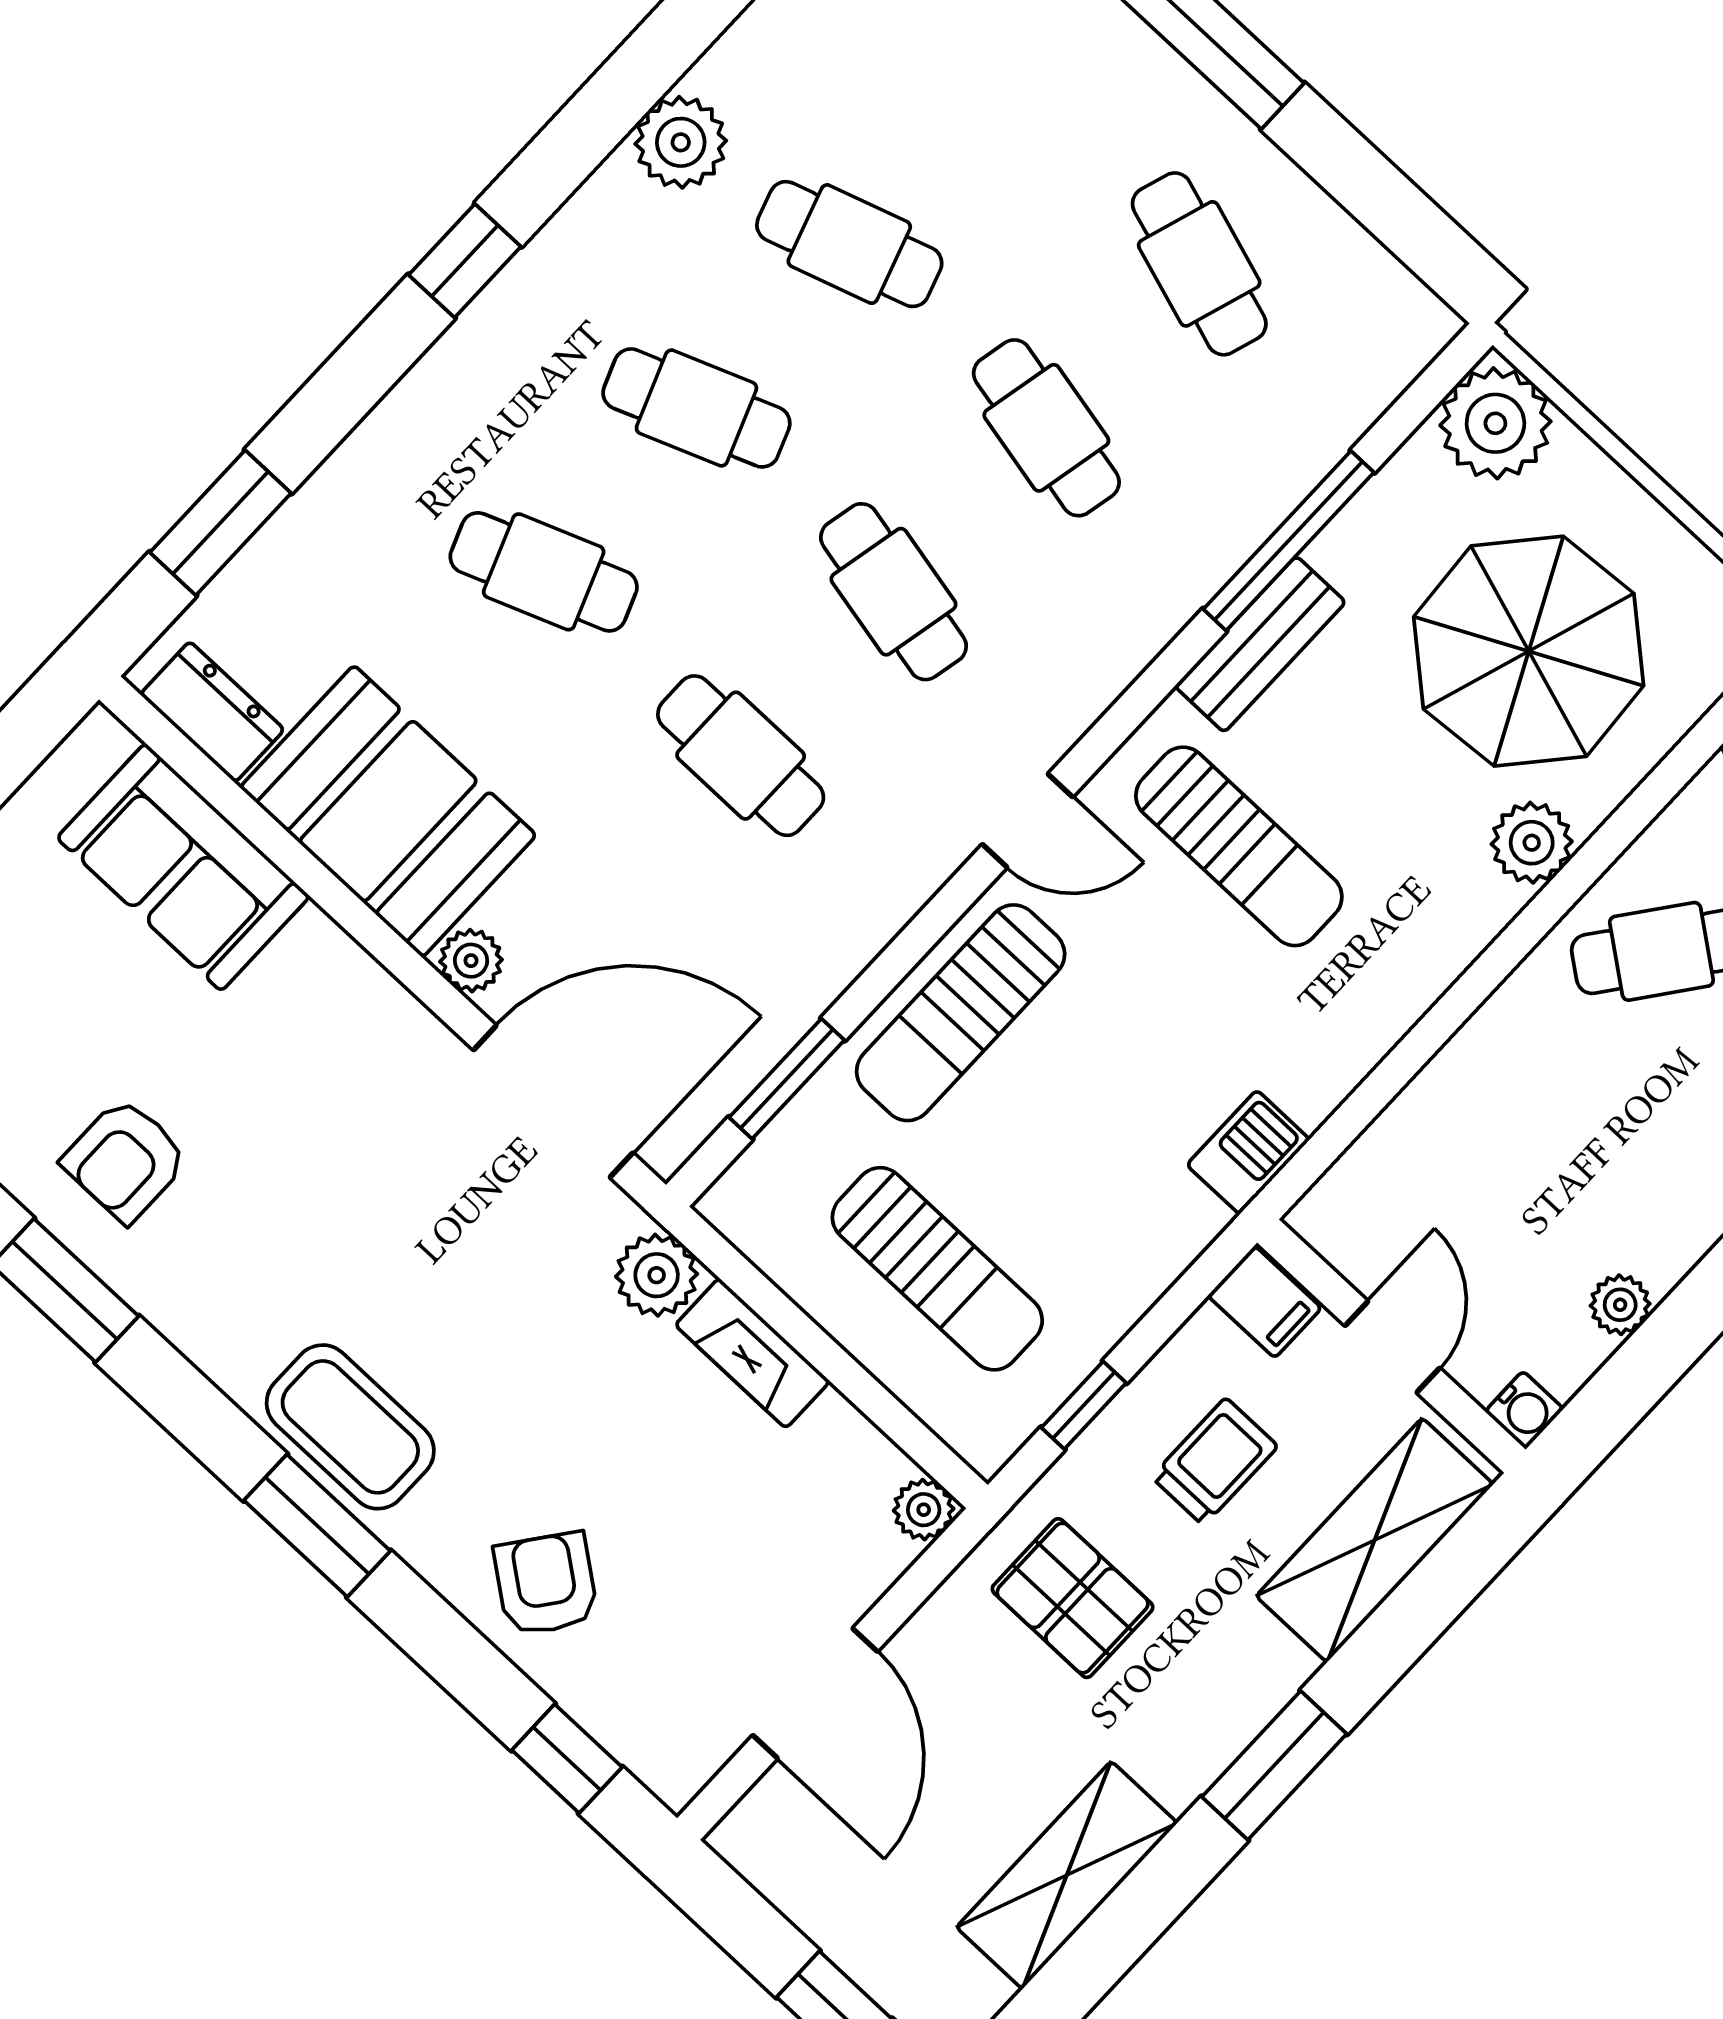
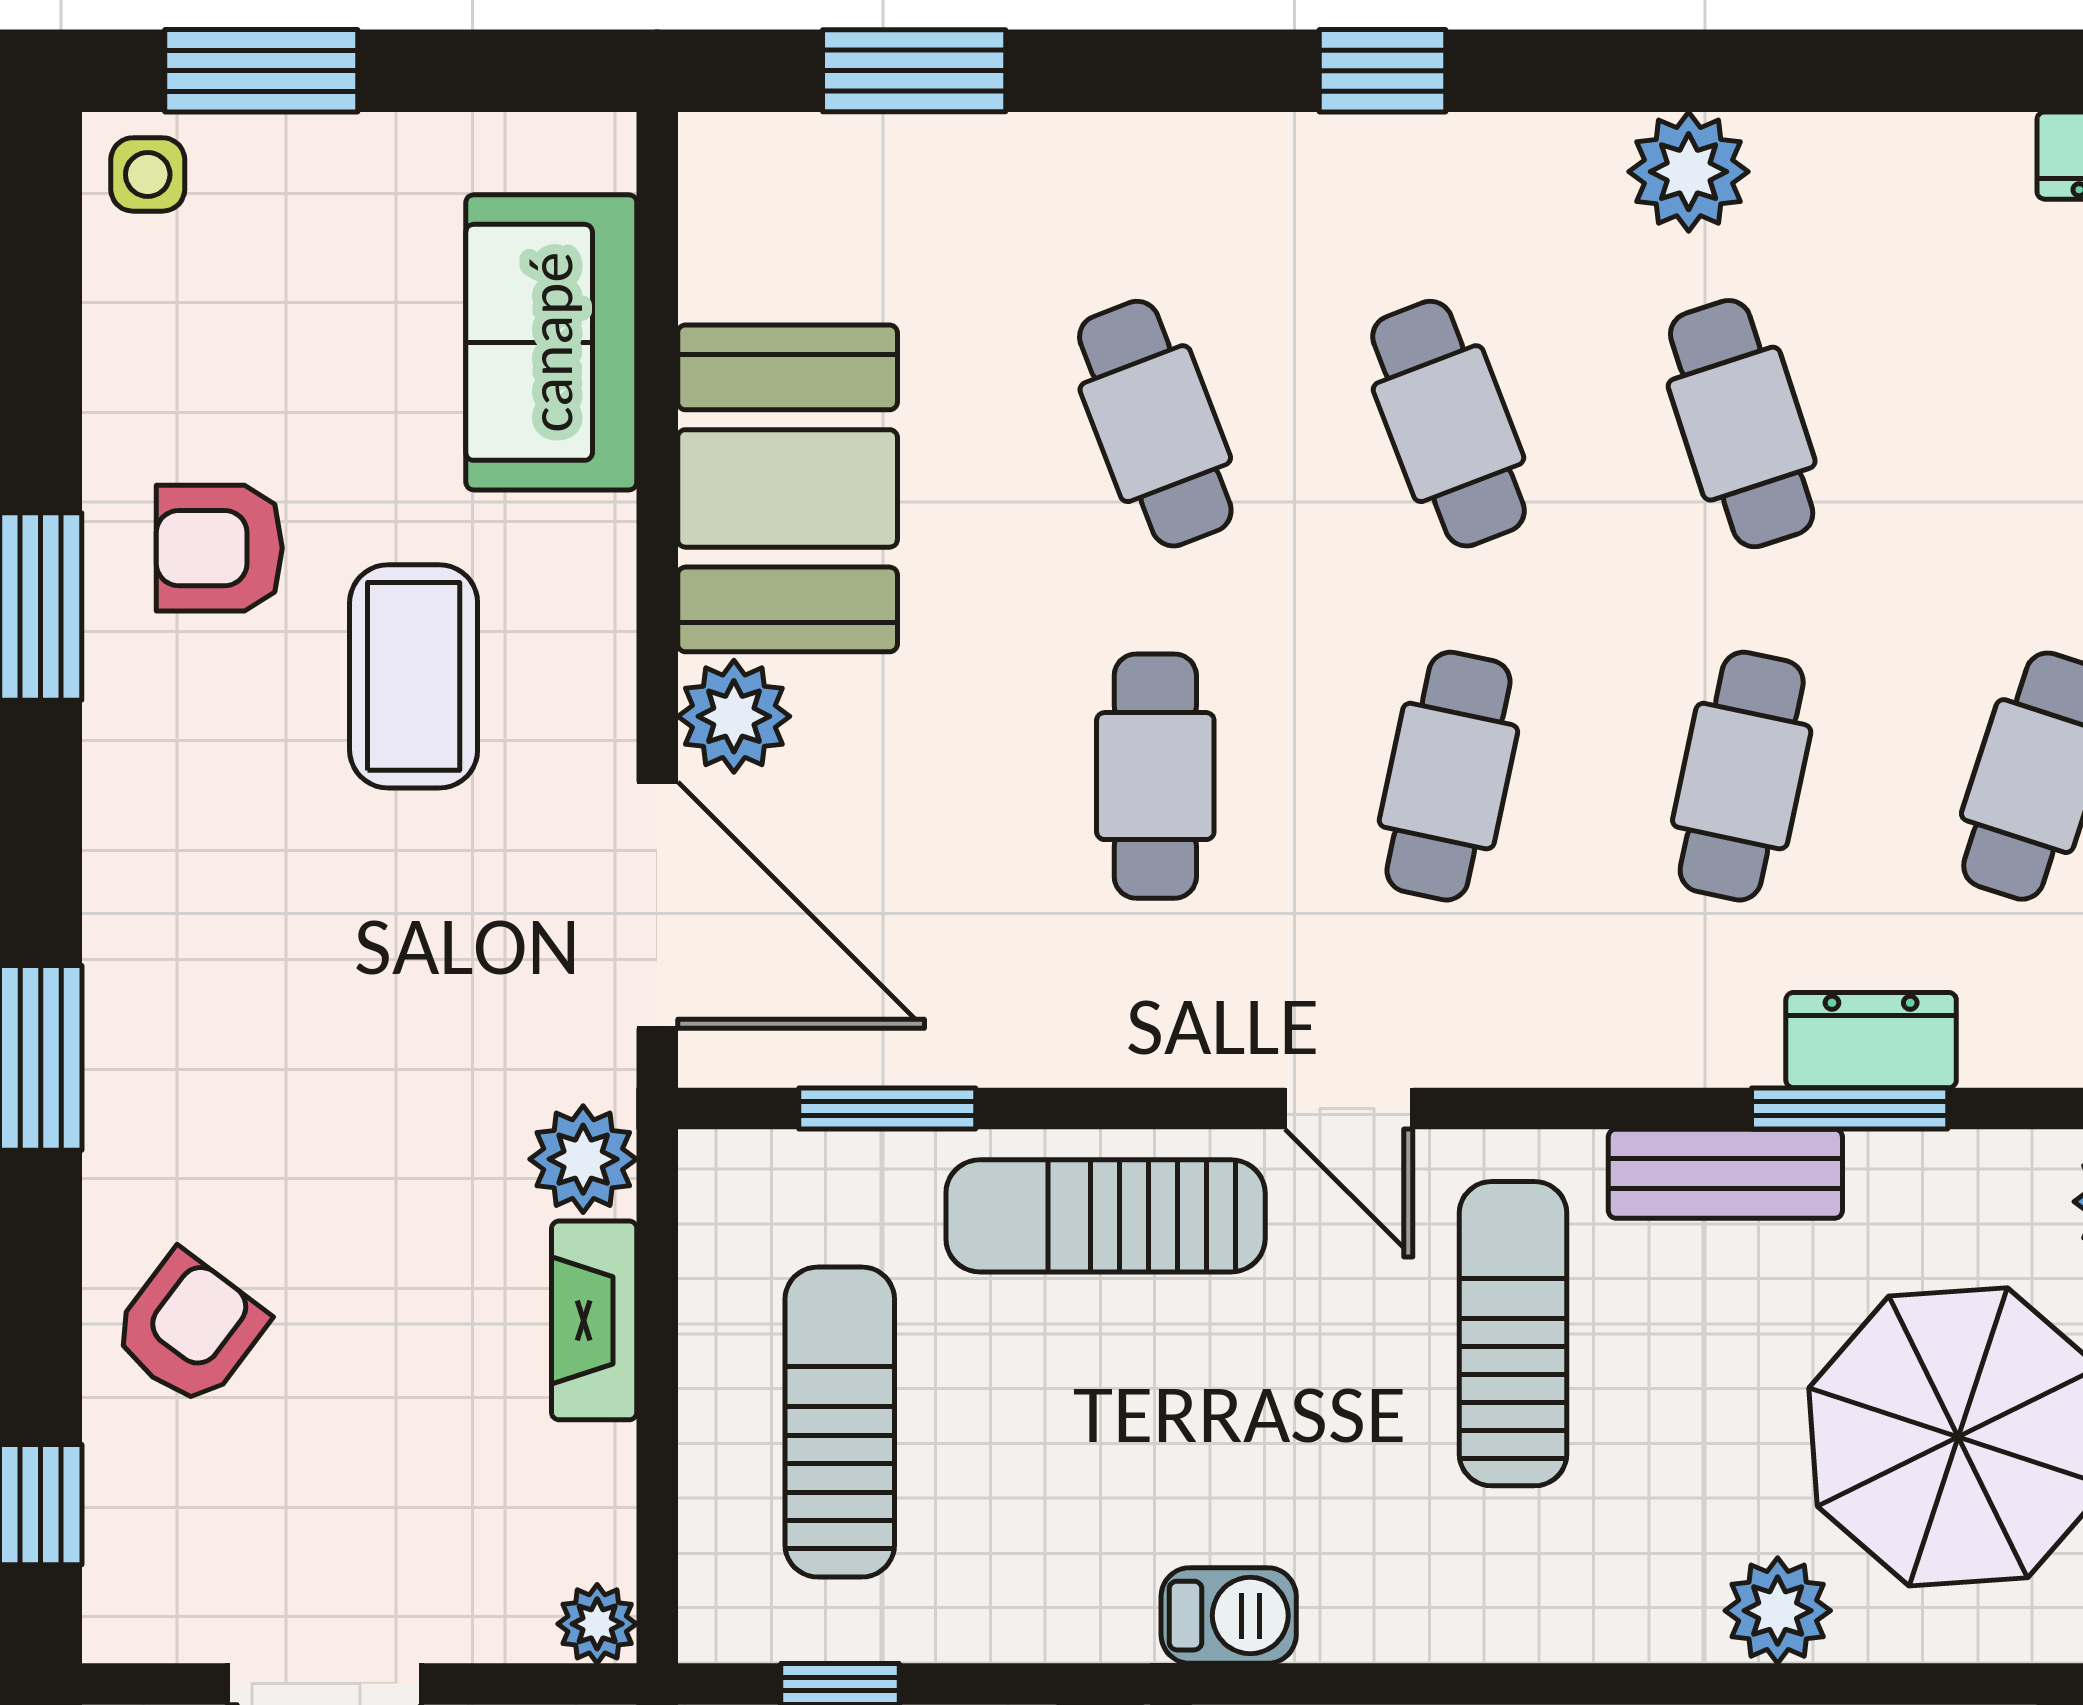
window: (1289, 541) -> (1850, 1109), width x0.69
dresser: (212, 712) -> (1871, 1040), moved, turned -90
sun lounger: (1239, 846) -> (1513, 1334), turned 180
plant: (471, 961) -> (734, 716), width x1.38, depth x1.38
sun lounger: (937, 1269) -> (840, 1422), turned 180
coffee table: (350, 1427) -> (414, 676), moved

